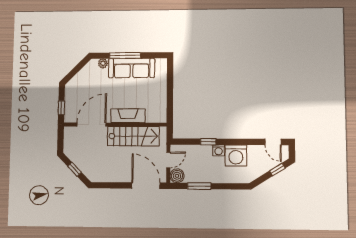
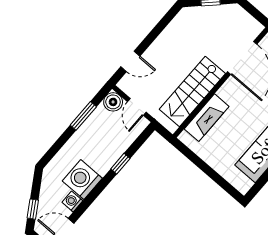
fireplace: (128, 116) -> (207, 118), moved
washing machine: (219, 150) -> (72, 202), moved
door: (146, 186) -> (130, 61), width x0.53

